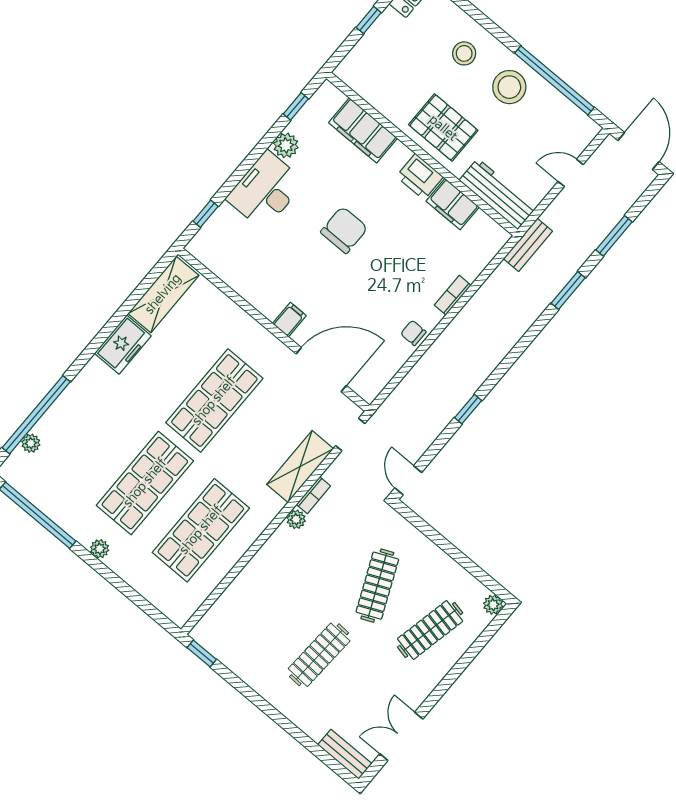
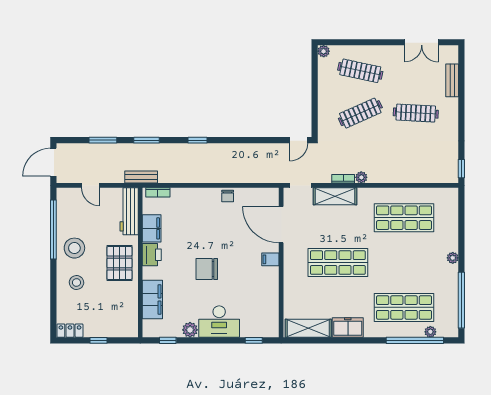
bookcase: (453, 295) -> (158, 192), moved
window: (468, 409) -> (198, 140), moved
shop shelf: (145, 483) -> (404, 307), moved
bench: (345, 754) -> (452, 80), moved

